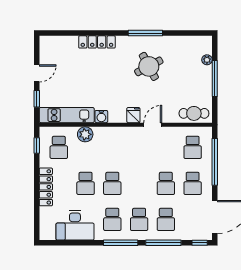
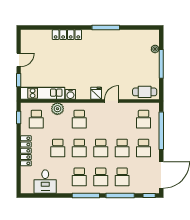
round table: (149, 66) -> (109, 54), removed
school desk: (112, 147) -> (79, 119), added
school desk: (139, 183) -> (101, 148), added
desk: (75, 225) -> (45, 182), width x0.73

